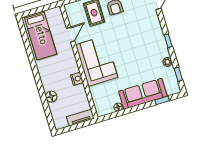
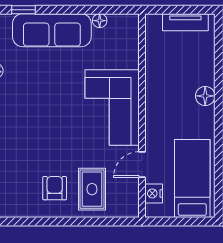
nightstand: (77, 79) -> (154, 193), moved
floor lamp: (51, 97) -> (205, 96), moved
tv unit: (80, 118) -> (185, 22), moved

